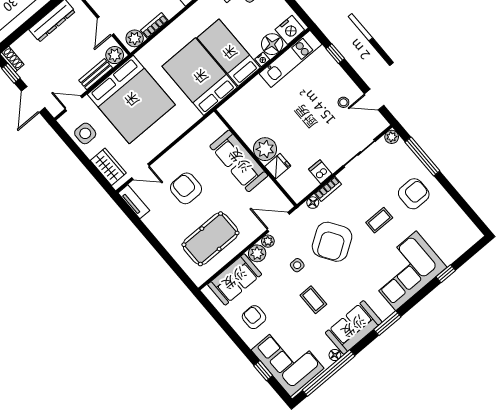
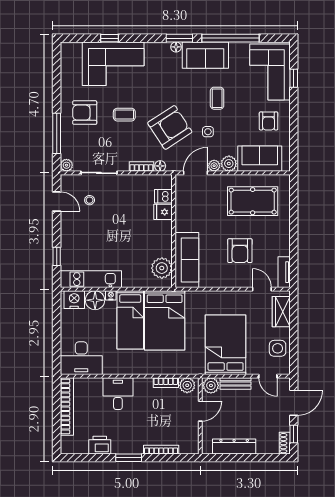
bed: (131, 100) -> (226, 345), width x0.73
stool: (343, 102) -> (90, 200), moved
plant: (265, 149) -> (162, 268), moved
sofa: (239, 161) -> (187, 260), moved
dishwasher: (320, 172) -> (163, 196), moved, turned 90
door: (278, 222) -> (196, 173), swing flipped
corner sofa: (406, 271) -> (113, 64), moved
floor lamp: (335, 355) -> (176, 47), moved
window: (329, 373) -> (230, 38), moved

